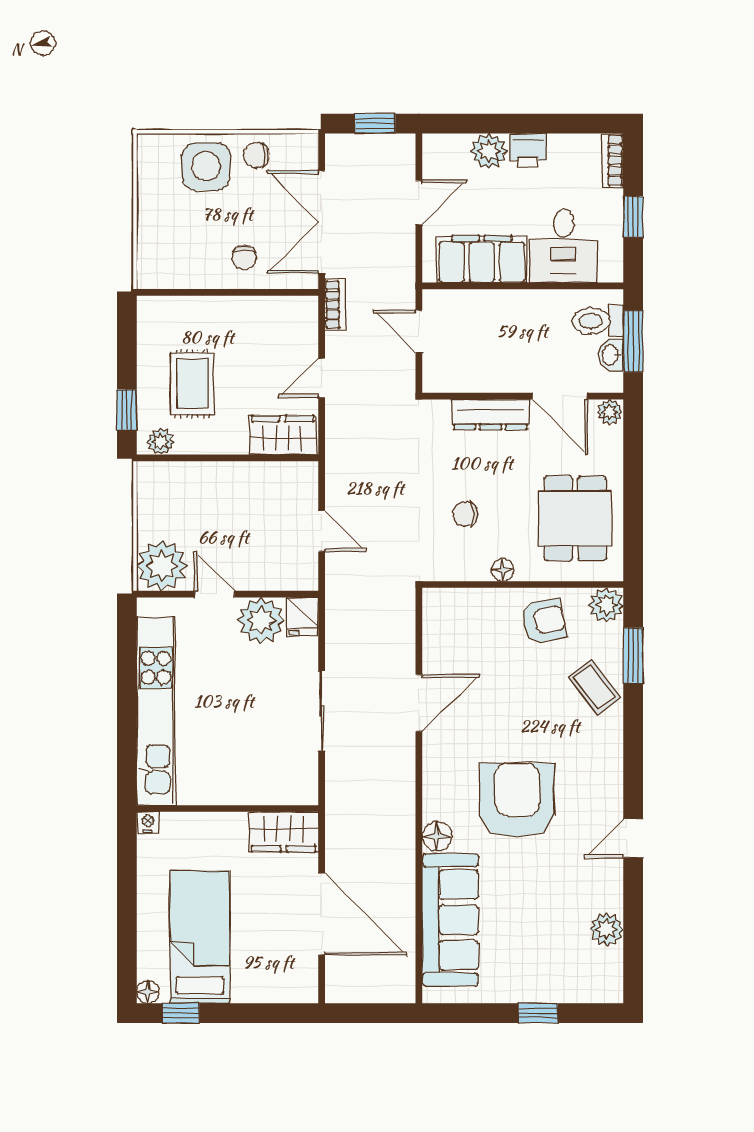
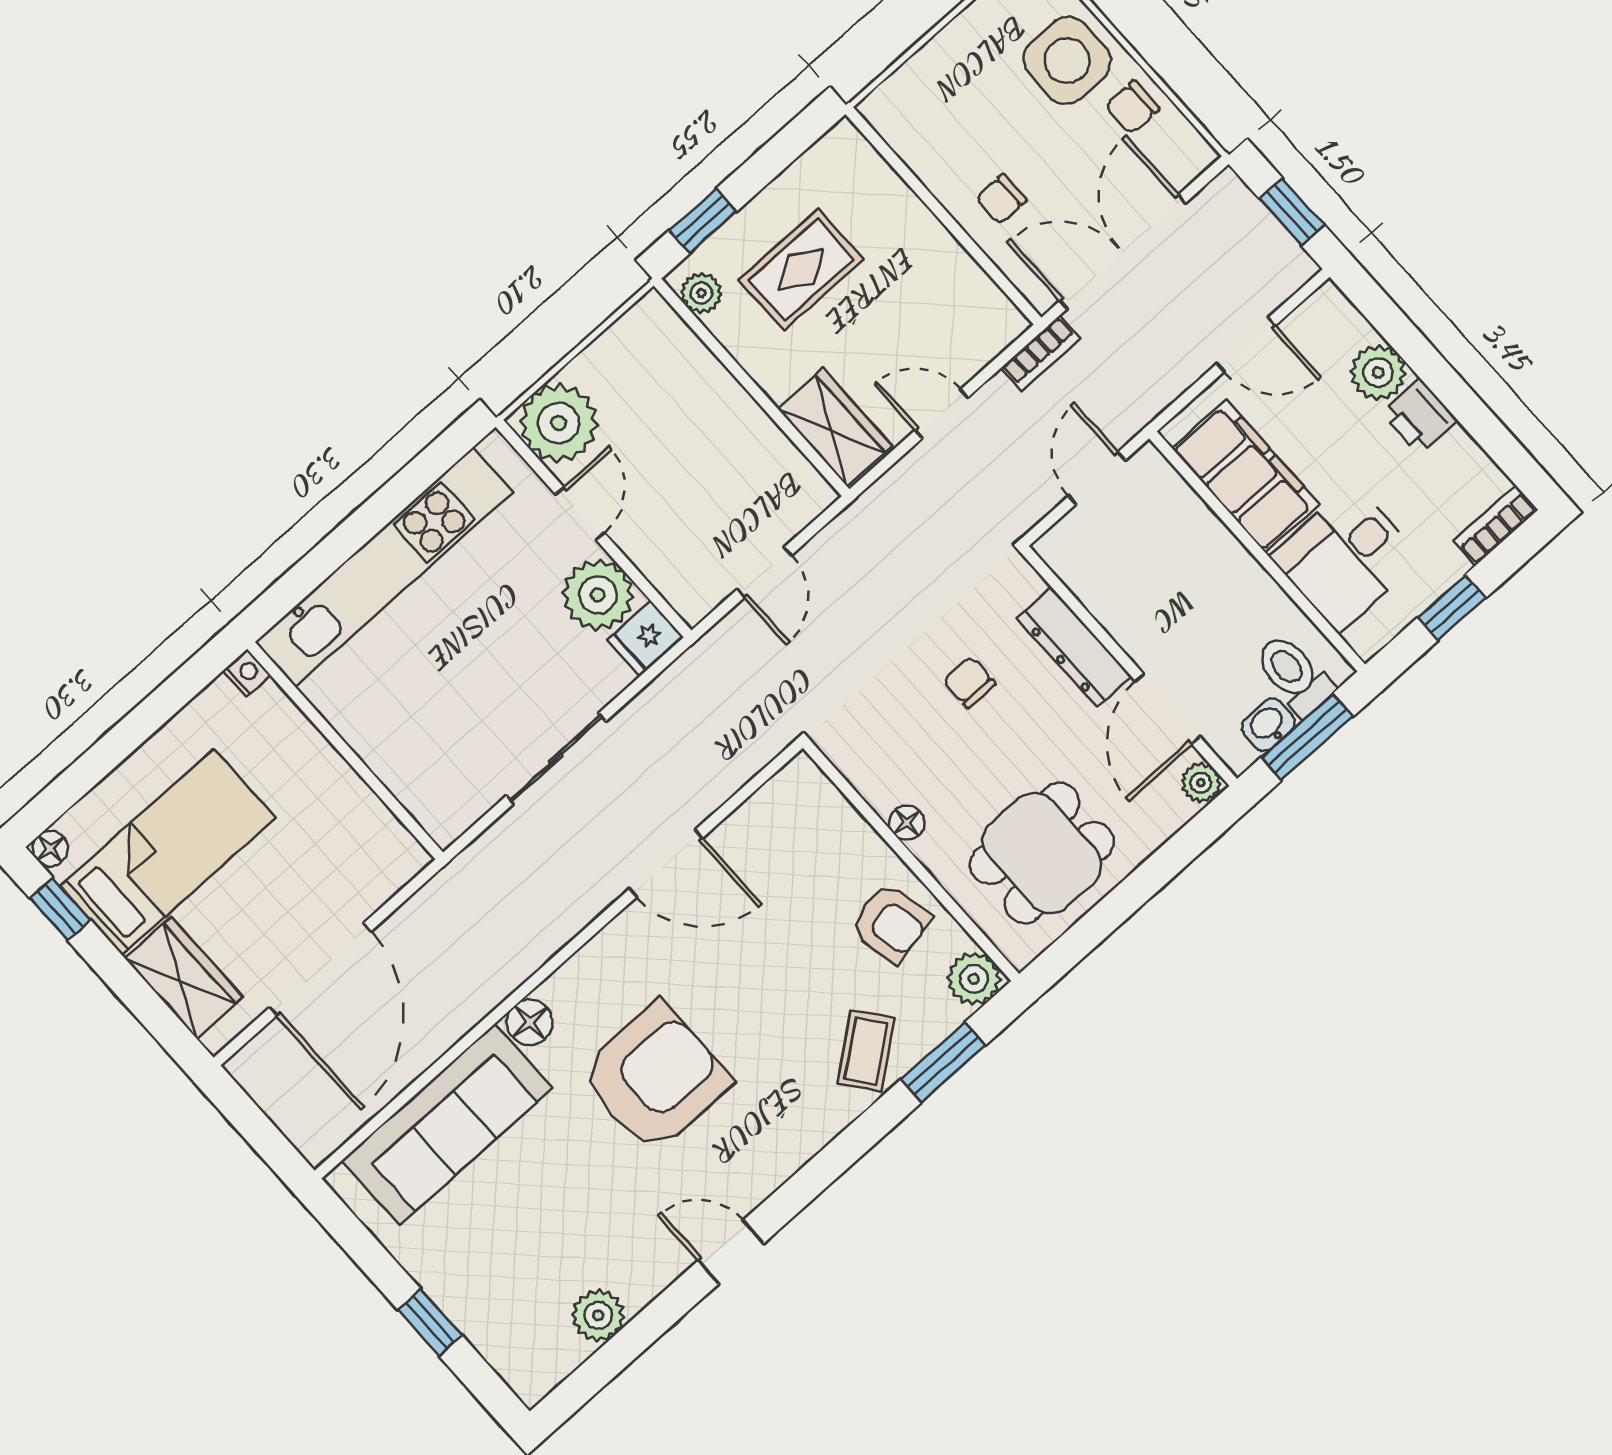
chair: (256, 155) -> (1132, 107), turned -90
chair: (465, 514) -> (969, 682), moved
wardrobe: (284, 832) -> (184, 978), moved, turned 180

